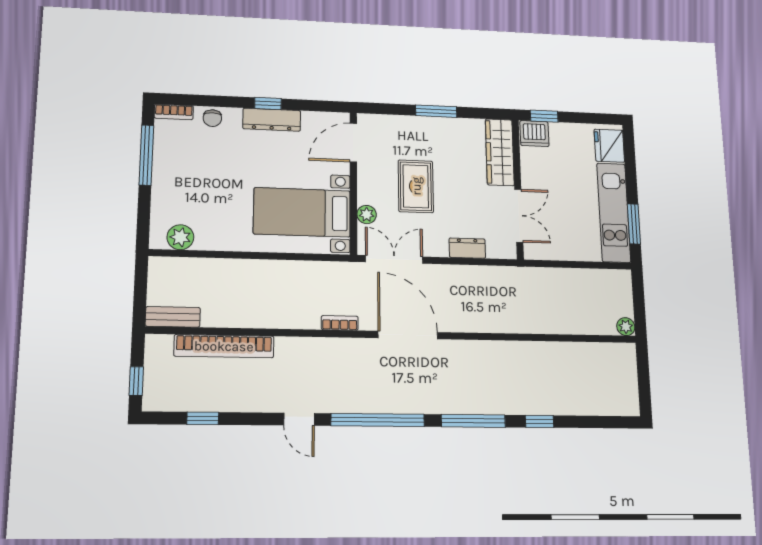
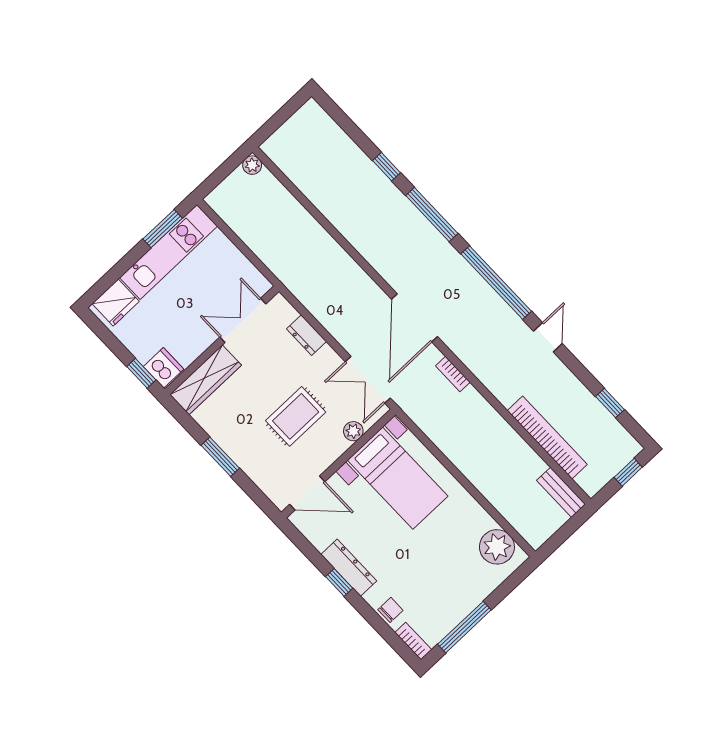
plant: (180, 237) -> (497, 547), width x1.36, depth x1.36

